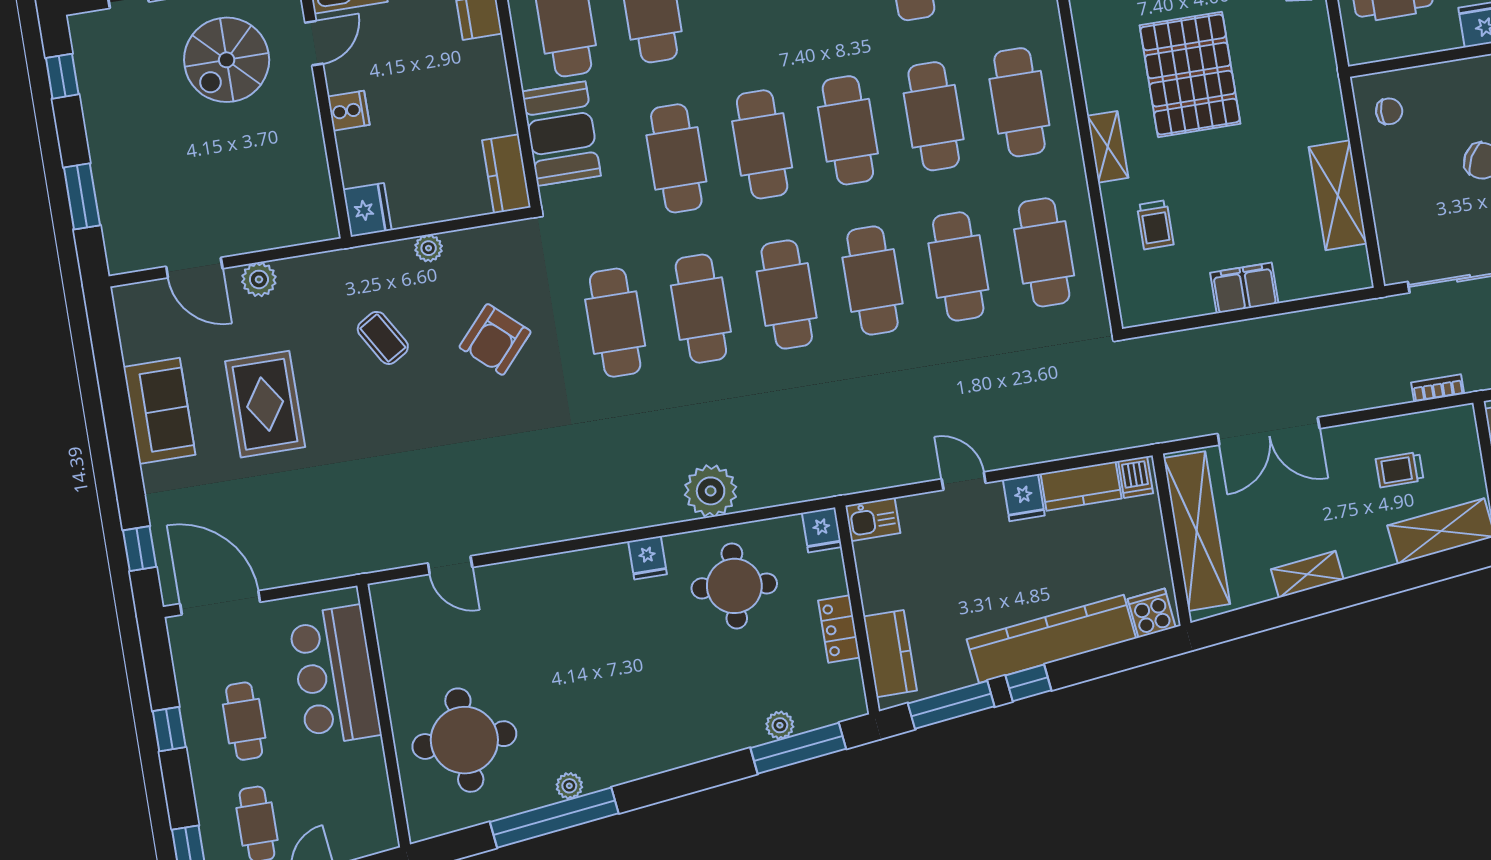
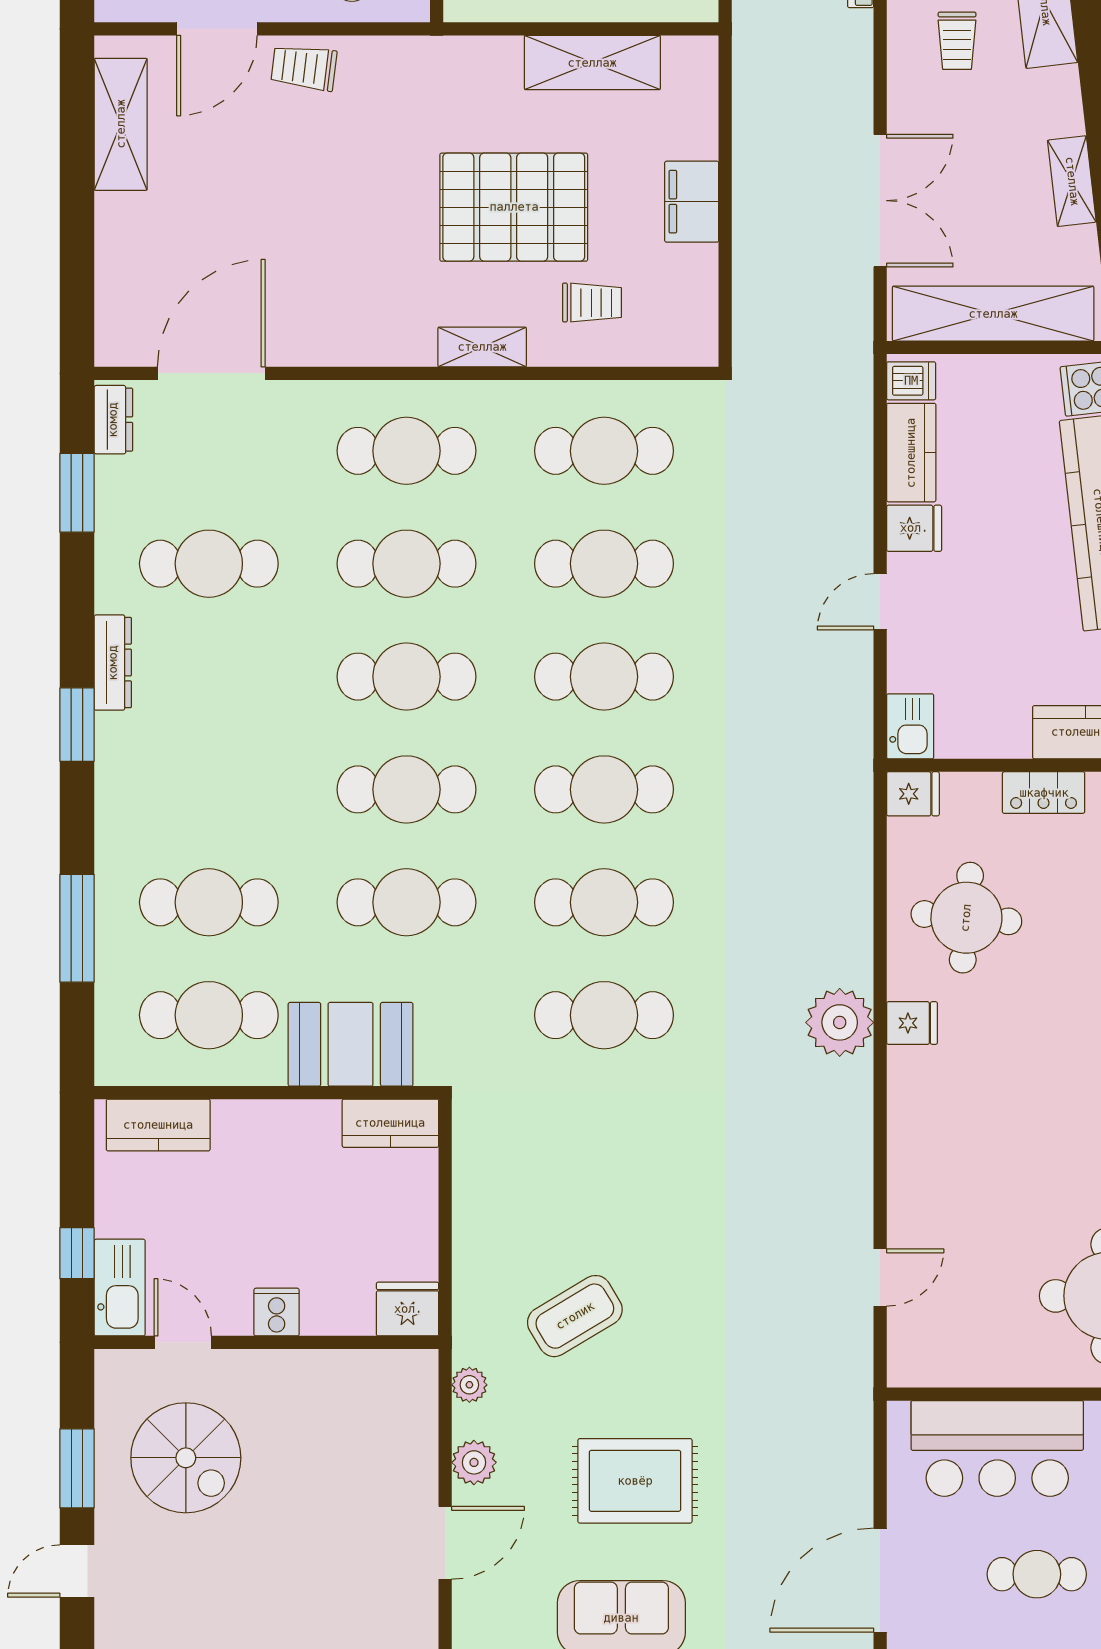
pallet: (1190, 75) -> (514, 207), moved
plant: (429, 248) -> (469, 1385), moved
coffee table: (383, 338) -> (575, 1316), width x1.36, depth x1.30
armchair: (495, 339) -> (600, 1172), removed
plant: (711, 491) -> (840, 1022), moved

